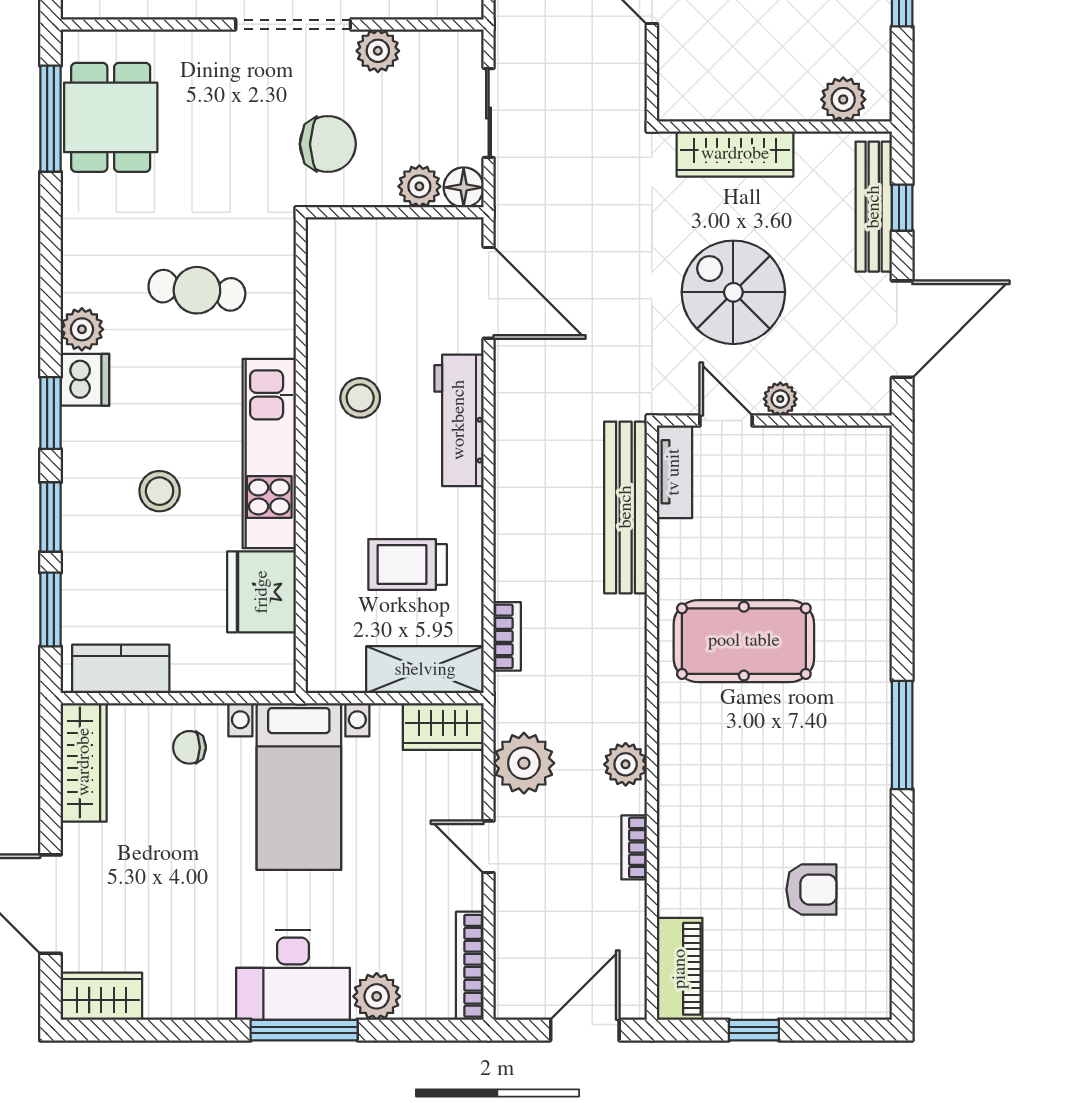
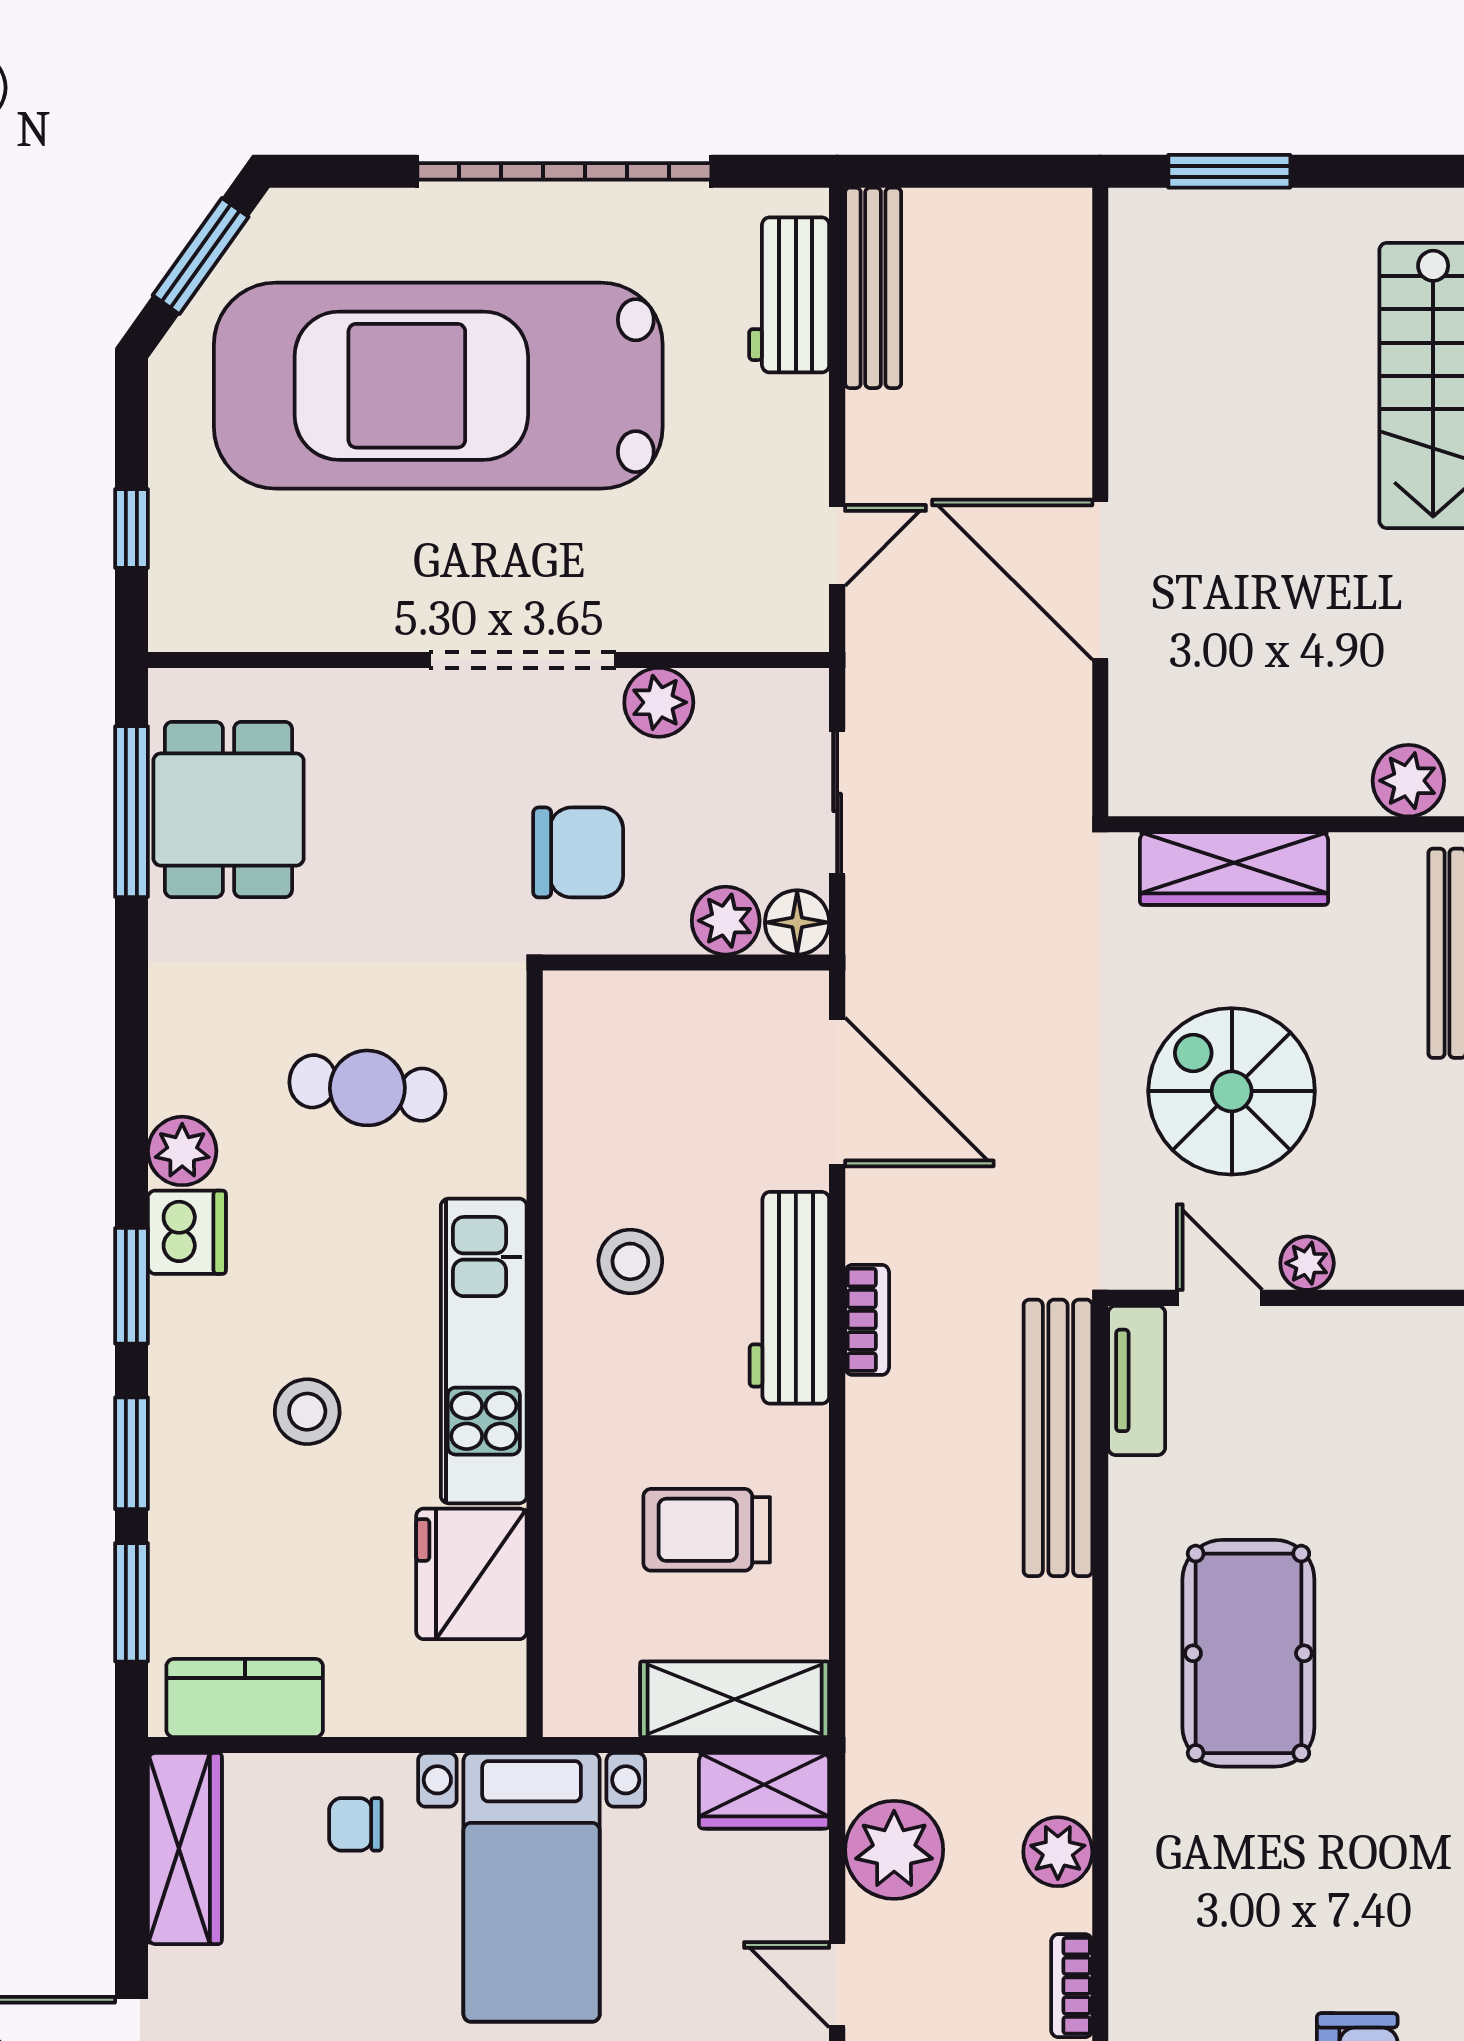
bookcase: (507, 636) -> (867, 1320), moved
pool table: (744, 641) -> (1248, 1653), turned 90

